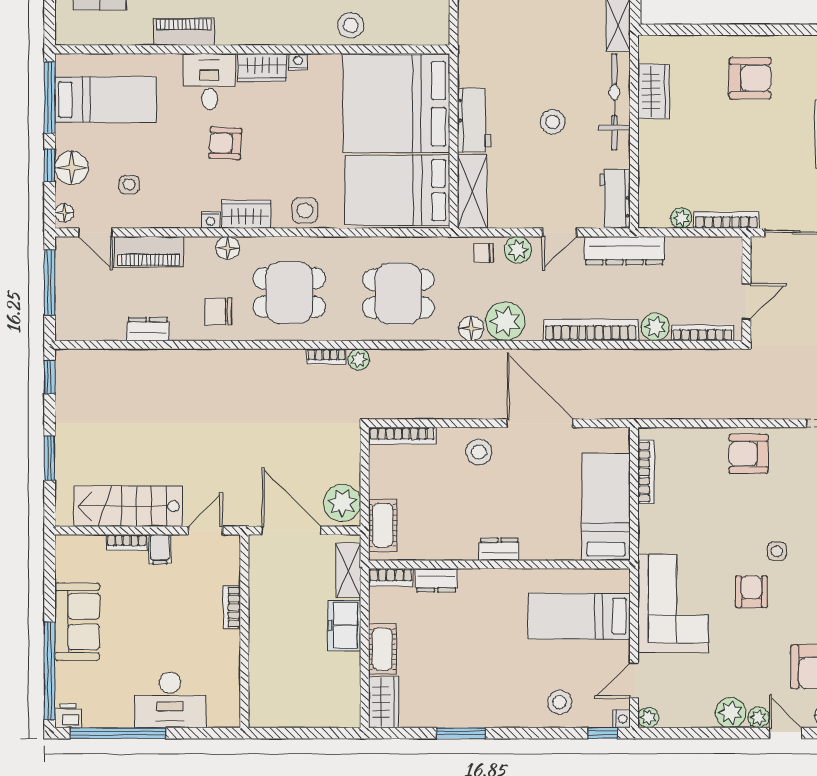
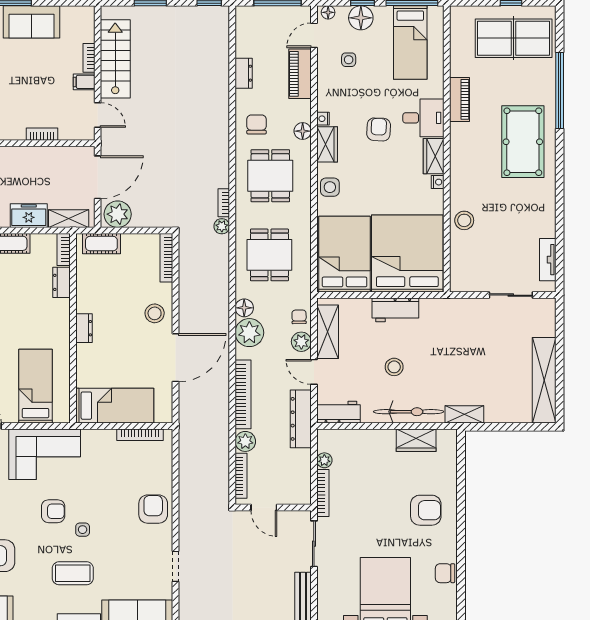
armchair: (750, 78) -> (426, 510), turned -90
shelving: (472, 191) -> (328, 332), moved, turned 90

